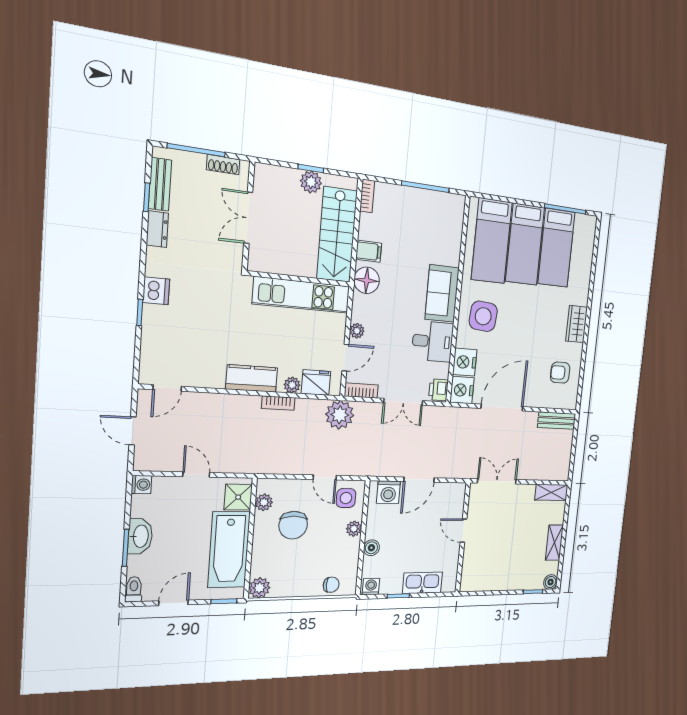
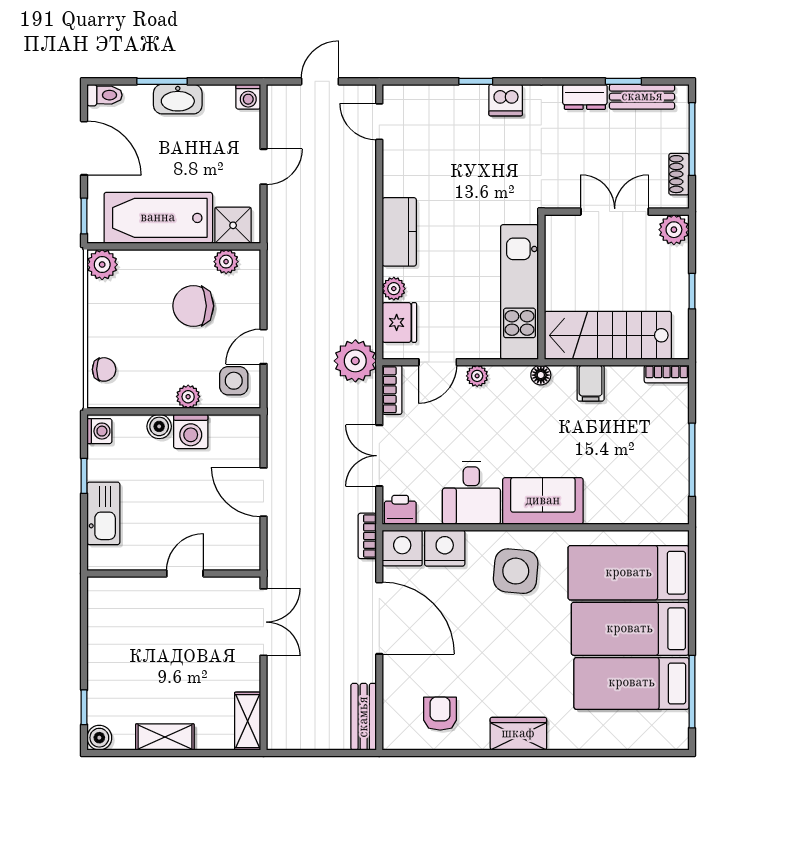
plant: (311, 182) -> (674, 230), moved
floor lamp: (367, 280) -> (541, 375), width x0.53, depth x0.53
door: (345, 358) -> (438, 362), hinge flipped
bookcase: (278, 403) -> (367, 536), moved
washing machine: (388, 492) -> (191, 431), moved, turned -90
chair: (331, 585) -> (104, 369), turned -90
door: (174, 603) -> (84, 148), width x1.38

